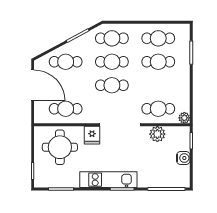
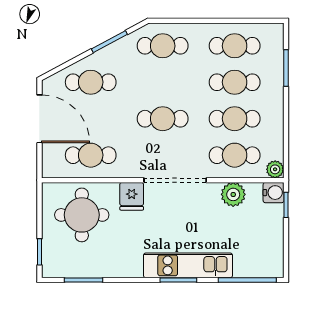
cafe table: (112, 62) -> (235, 119), moved
water cooler: (183, 158) -> (274, 193), moved
kitchen unit: (108, 180) -> (188, 265), moved

